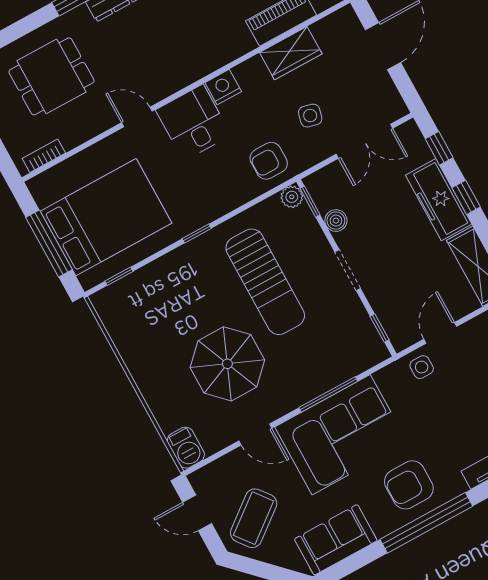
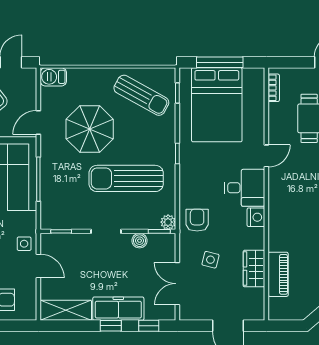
sun lounger: (147, 321) -> (141, 95), added

